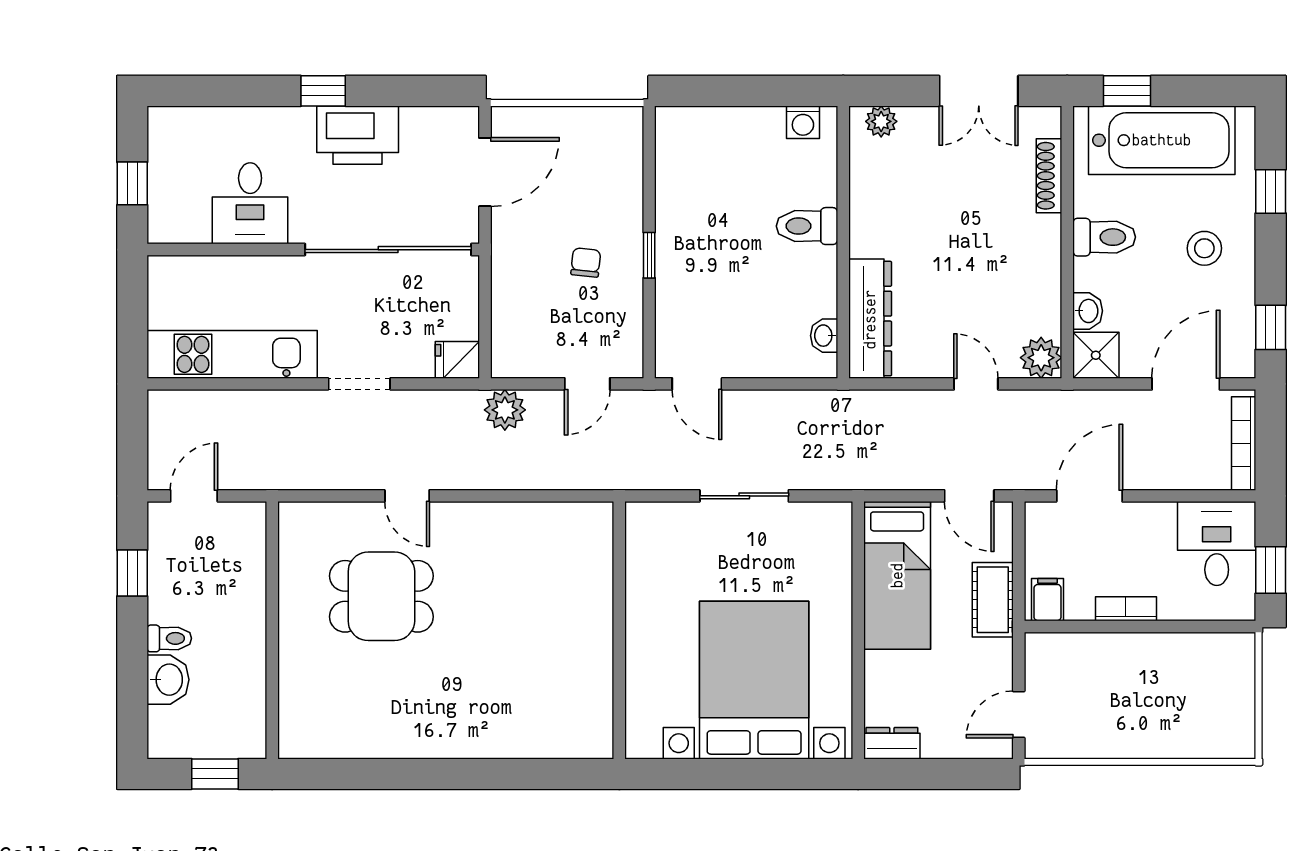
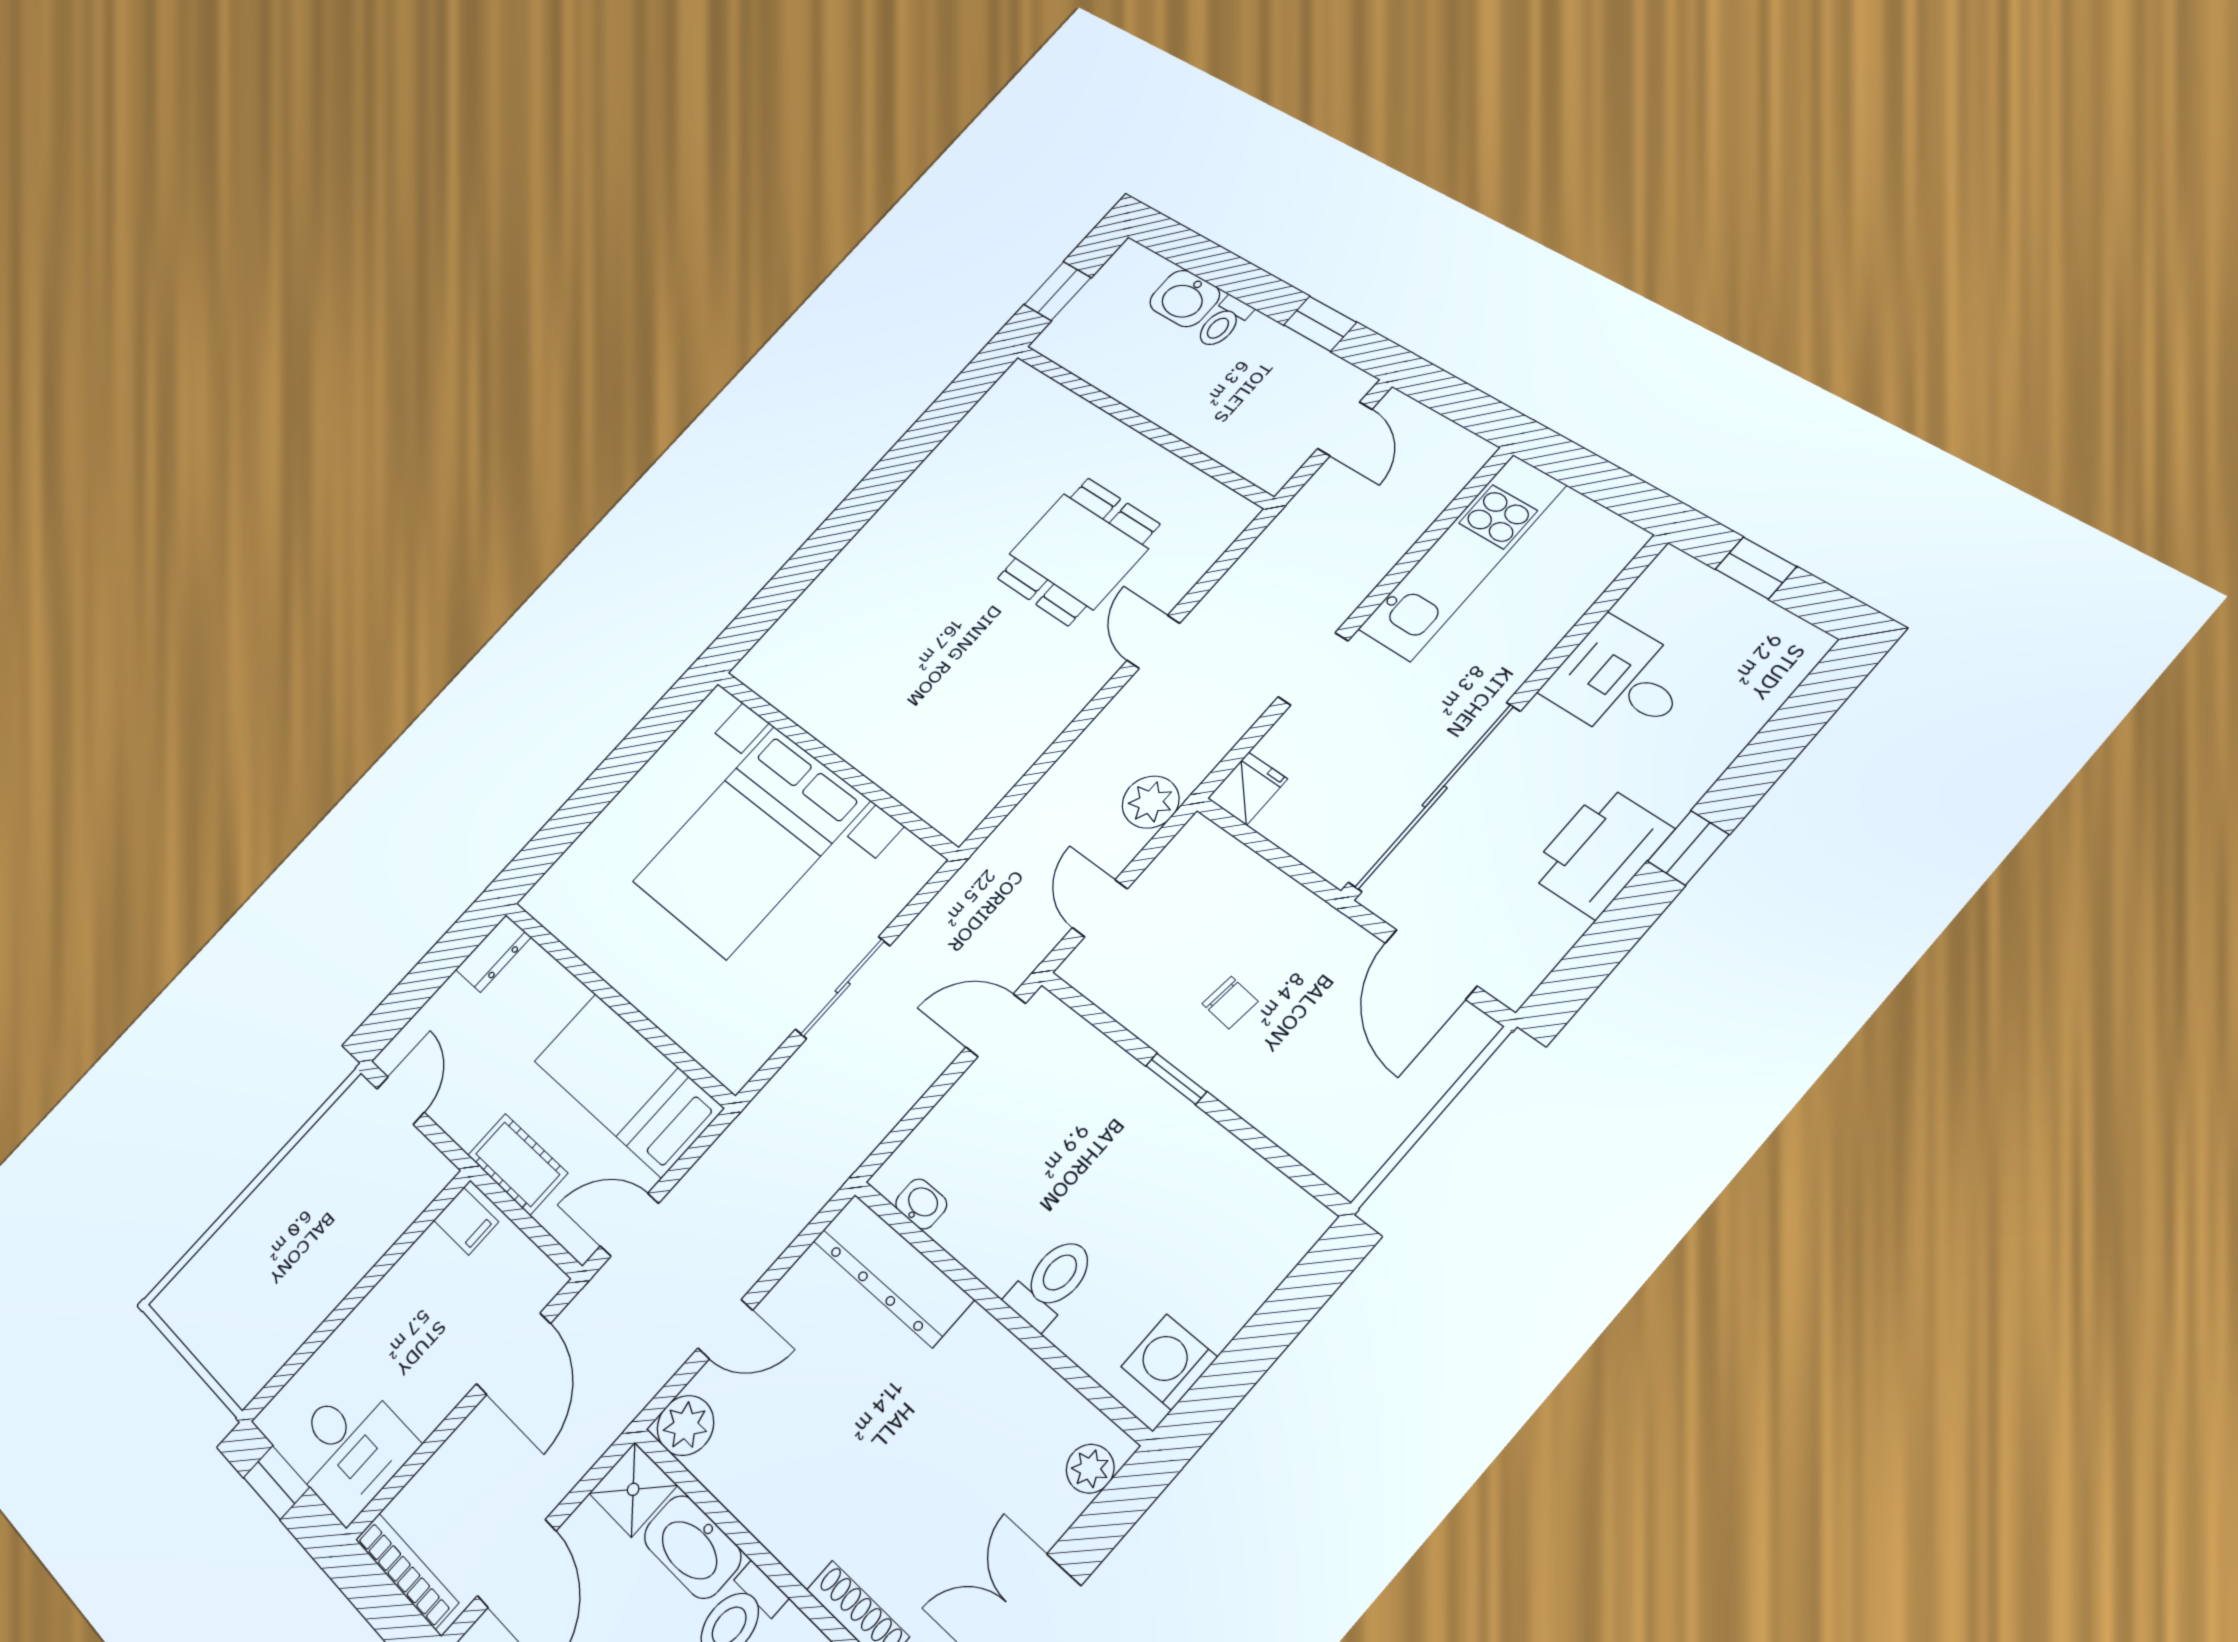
washing machine: (803, 122) -> (1169, 1362), width x1.38, depth x1.38
washbasin: (1088, 311) -> (693, 1547), width x1.91, depth x1.45
door: (407, 496) -> (1153, 642), hinge flipped
bookcase: (1126, 609) -> (384, 1295), removed
bed with nightstands: (754, 680) -> (751, 841), moved, turned 90

